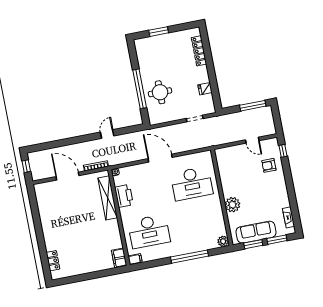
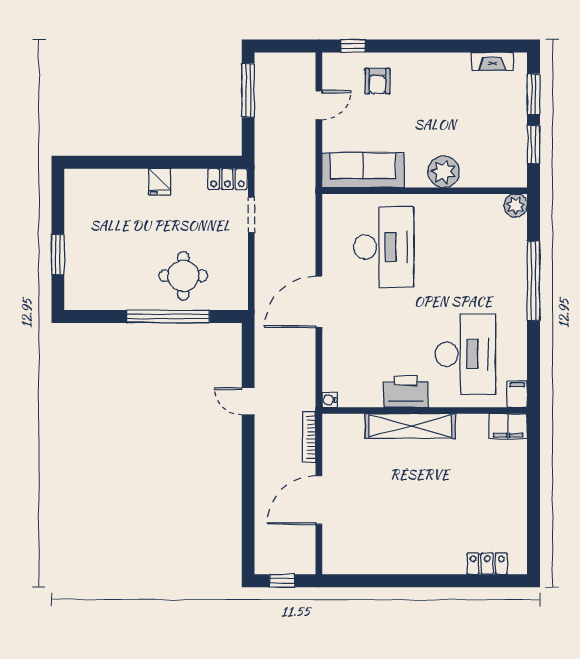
locker: (199, 51) -> (227, 179), moved, width x0.66
fridge: (205, 89) -> (160, 182), moved
printer: (124, 196) -> (406, 392), moved
shelving: (108, 198) -> (410, 426), moved
sofa: (256, 232) -> (363, 170), moved, turned 90

